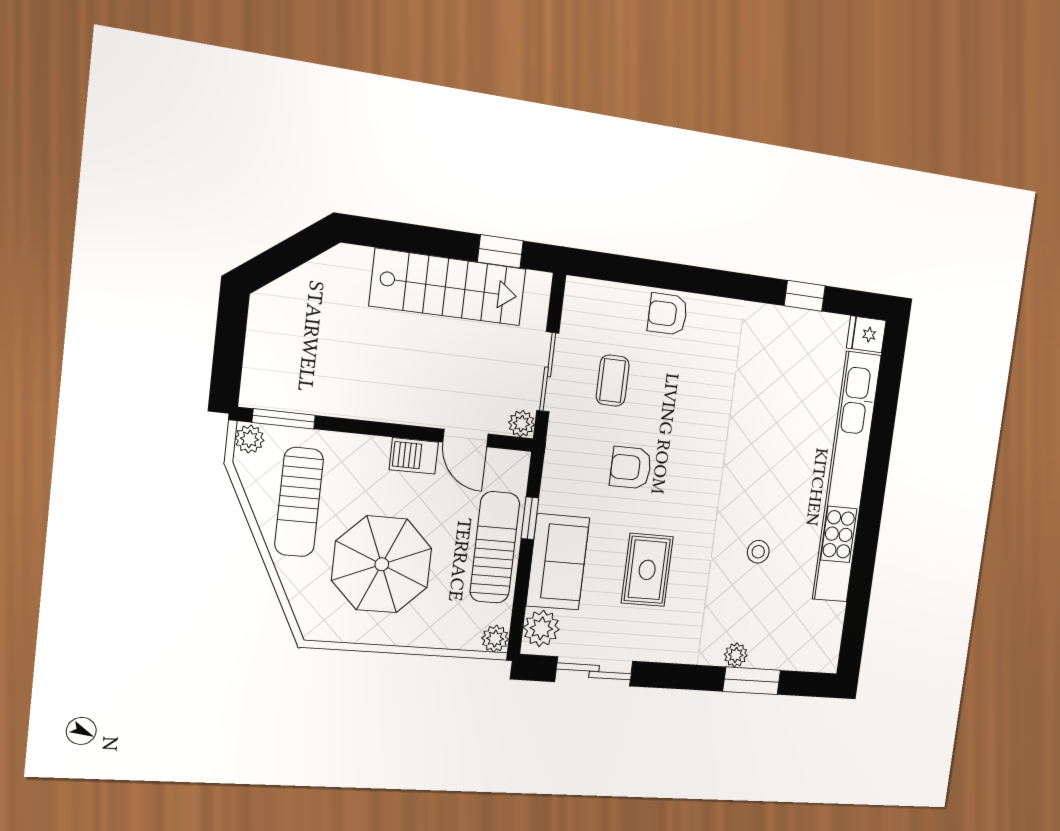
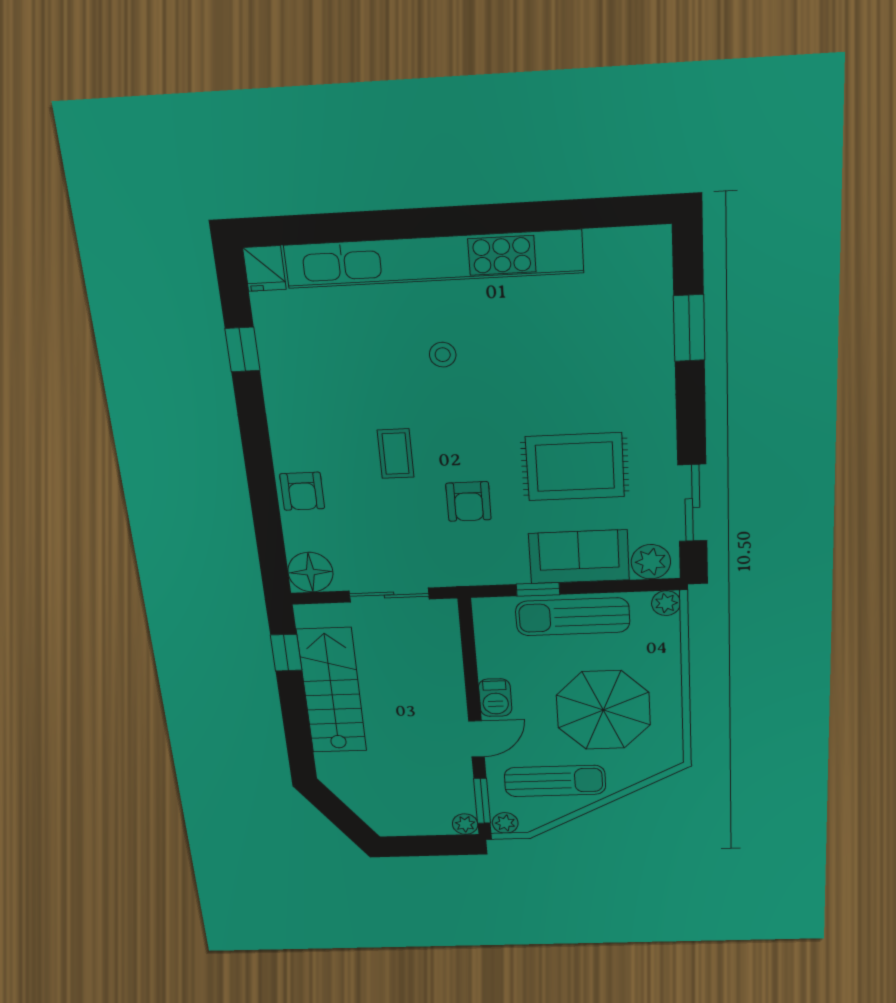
floor lamp: (585, 300) -> (310, 572), added
coffee table: (613, 381) -> (396, 454), moved, turned 90
plant: (522, 424) -> (465, 824), moved
door: (465, 438) -> (477, 739), moved
stool: (758, 552) -> (443, 355), moved
rug: (647, 570) -> (575, 467), width x1.36, depth x1.43
plant: (736, 655) -> (660, 353), removed

